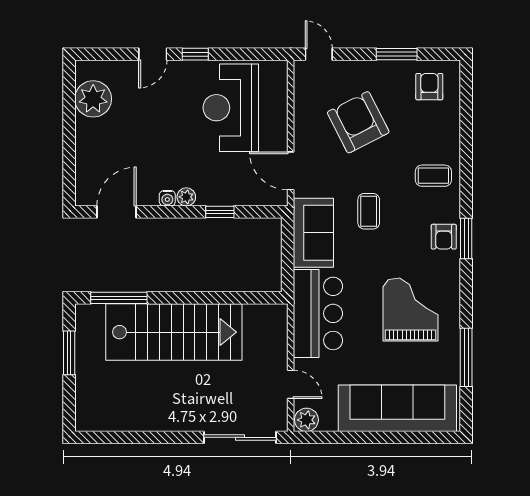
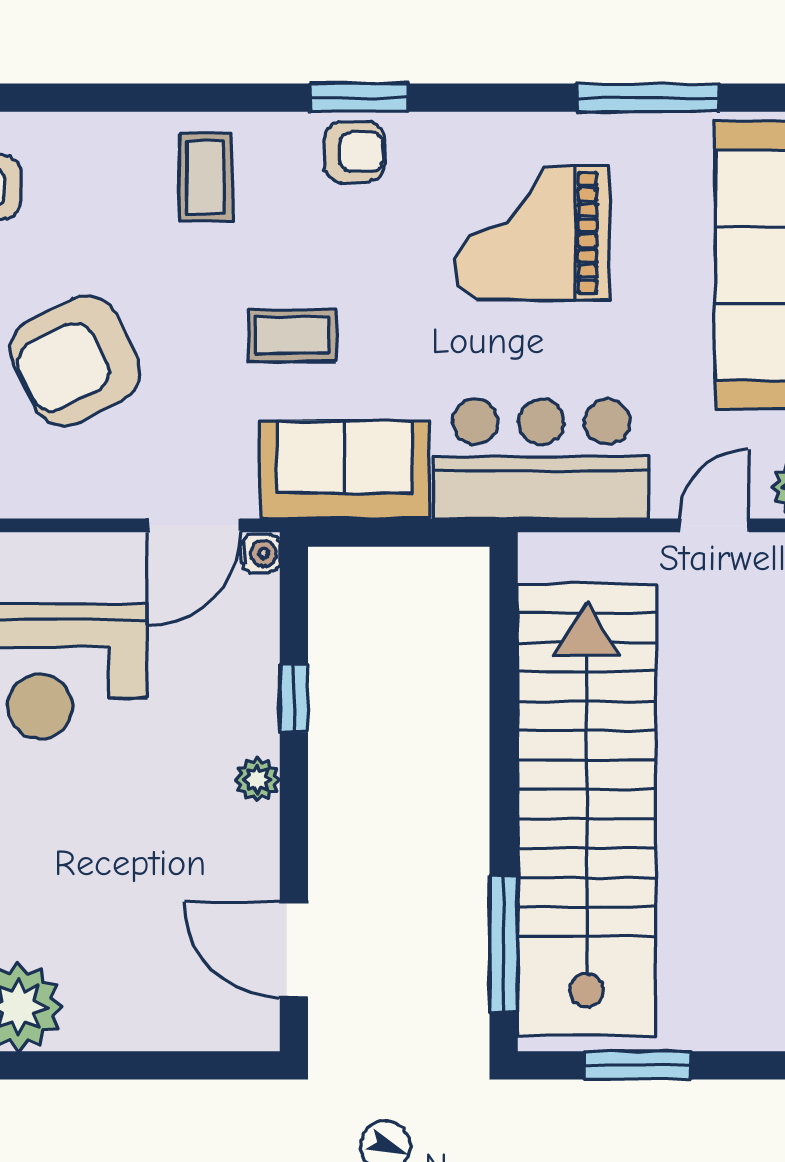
water cooler: (167, 198) -> (261, 553), moved
stairs: (174, 332) -> (587, 810), width x1.36

